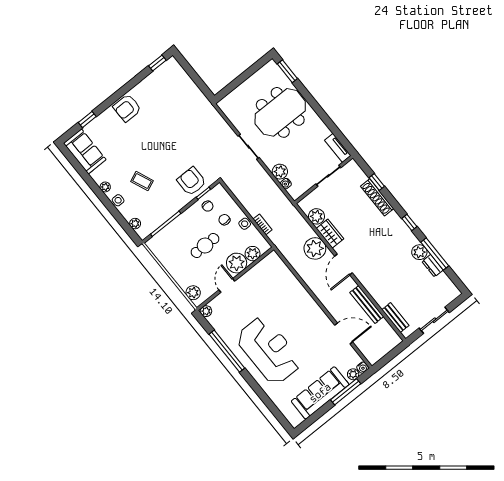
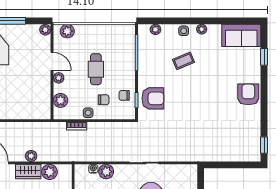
plant: (315, 248) -> (31, 156), width x0.53, depth x0.53
plant: (237, 263) -> (59, 78), width x0.53, depth x0.53

